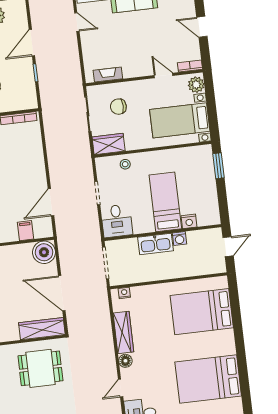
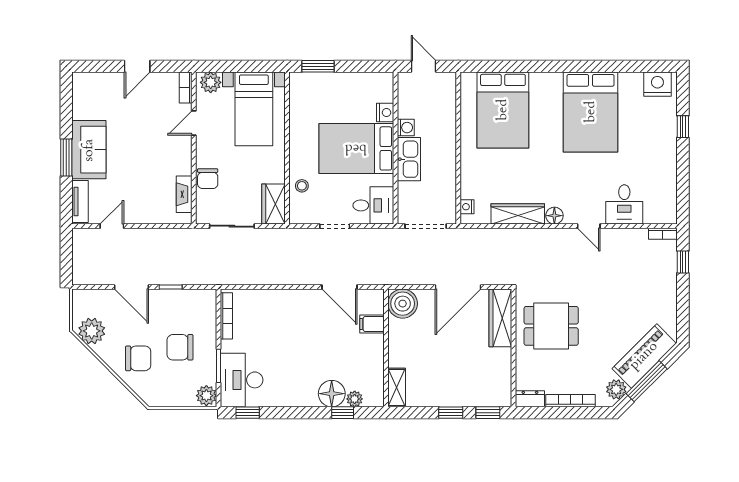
chair: (118, 107) -> (208, 179), moved
bed: (165, 202) -> (356, 148), width x1.50
dining table: (40, 368) -> (551, 326), turned 90

